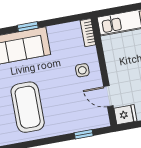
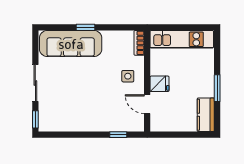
coffee table: (28, 107) -> (72, 101), removed
fridge: (125, 115) -> (160, 84), moved

